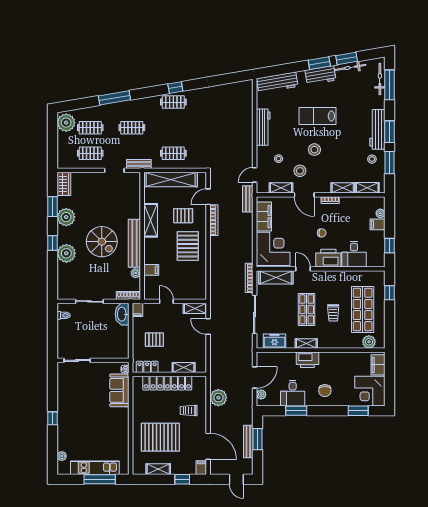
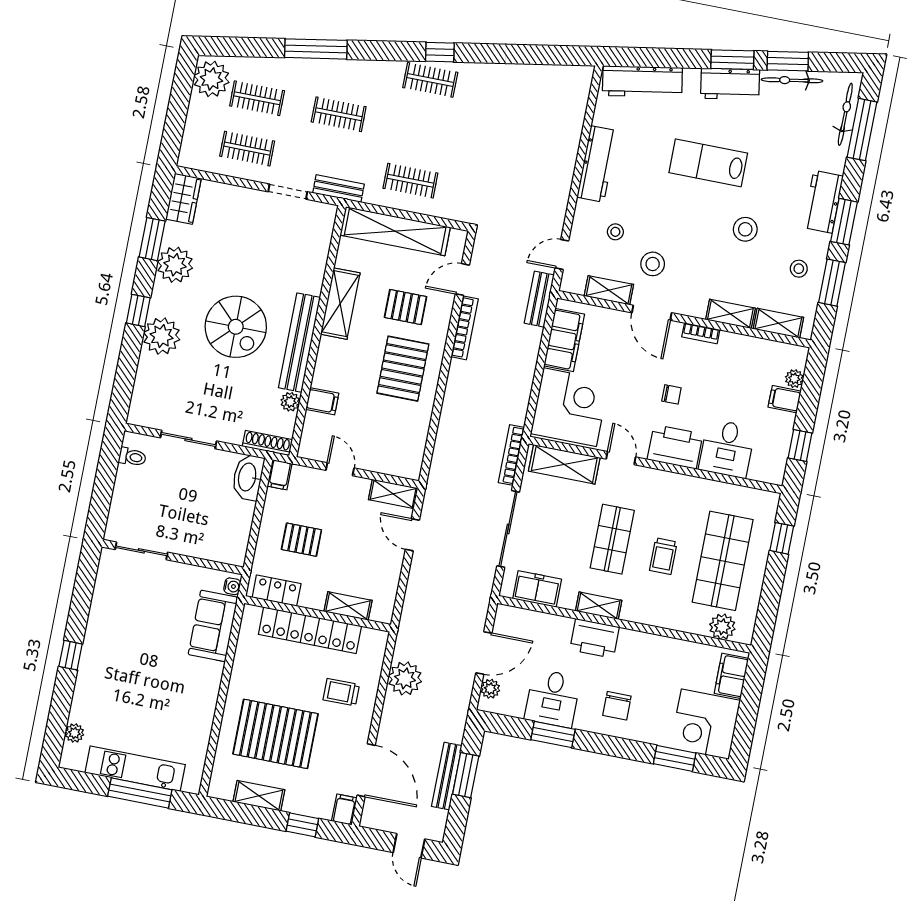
workbench: (377, 129) -> (823, 202), width x0.73
stool: (314, 150) -> (745, 229), moved

